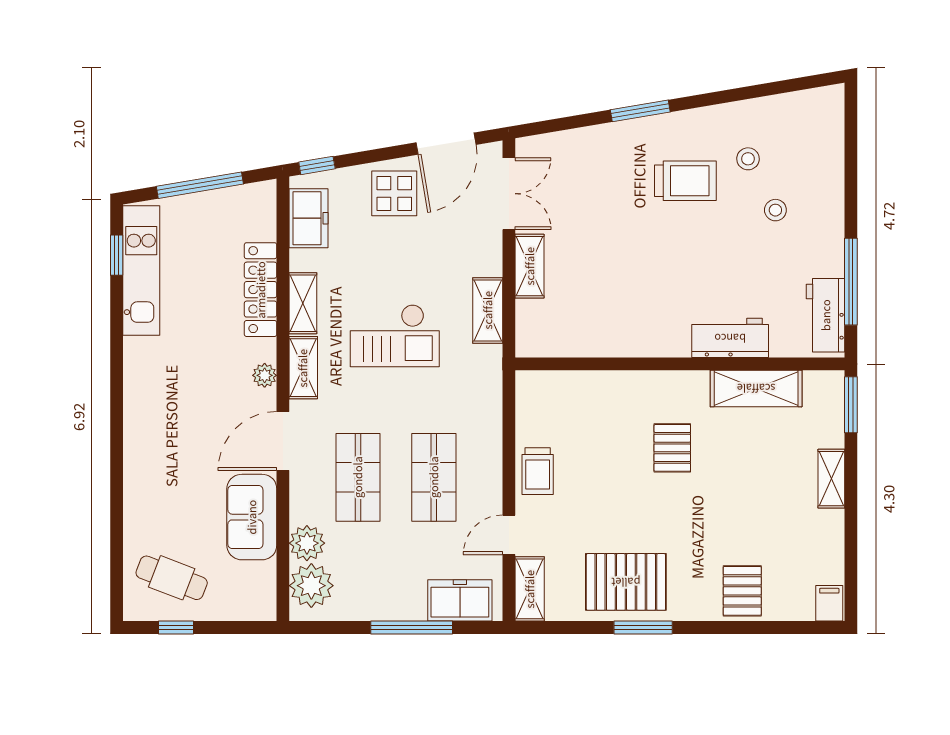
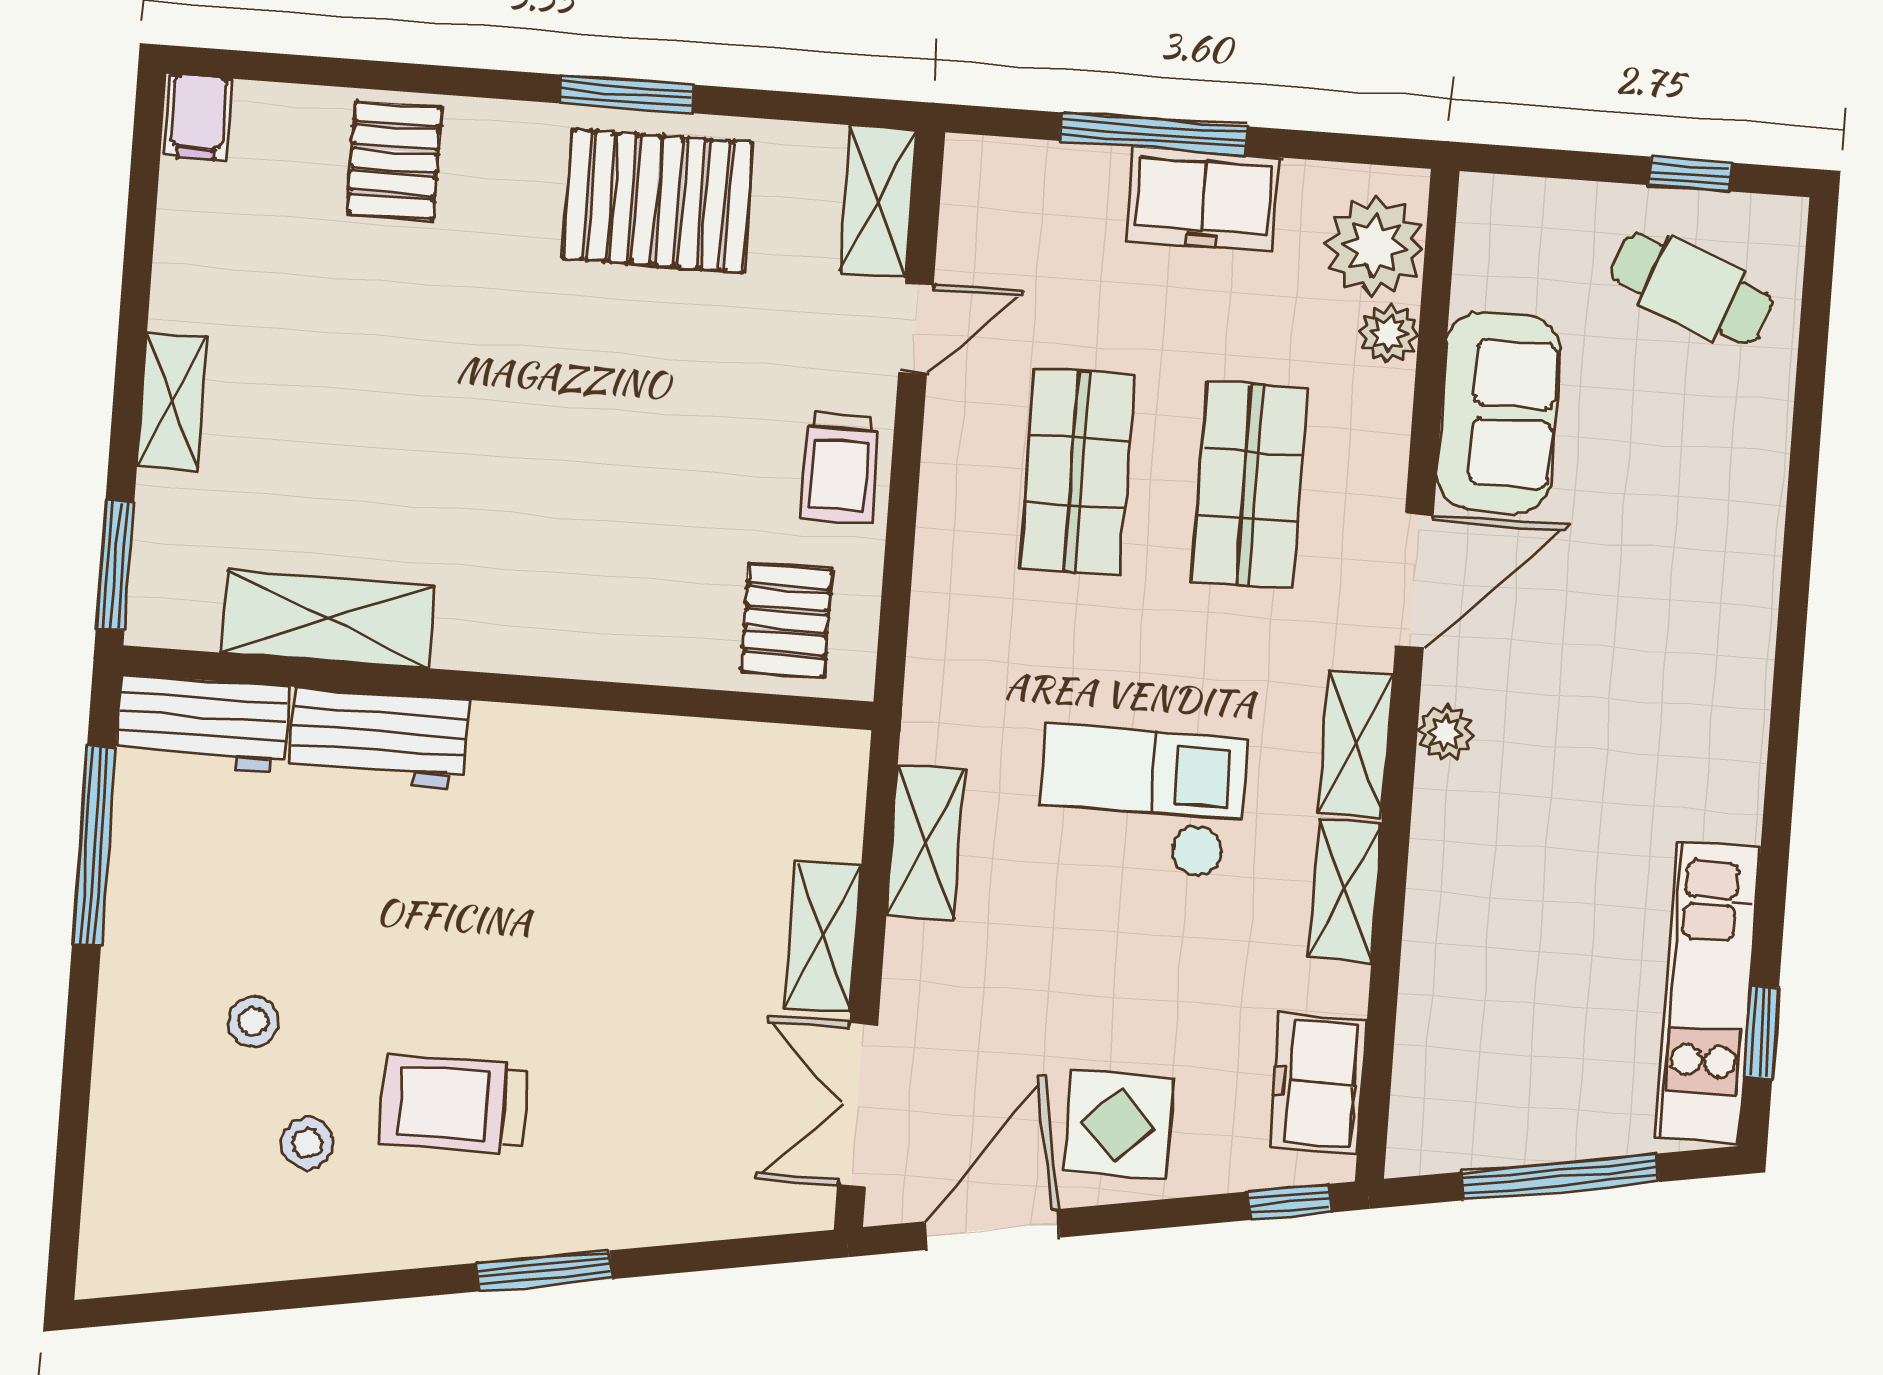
locker: (261, 290) -> (1439, 929), removed
workbench: (826, 315) -> (202, 724), moved, turned 90
pallet: (672, 448) -> (786, 620), moved
trolley: (538, 471) -> (840, 468), turned 180
plant: (307, 543) -> (1389, 333), width x0.73, depth x0.73
freezer: (460, 600) -> (1204, 199), moved

